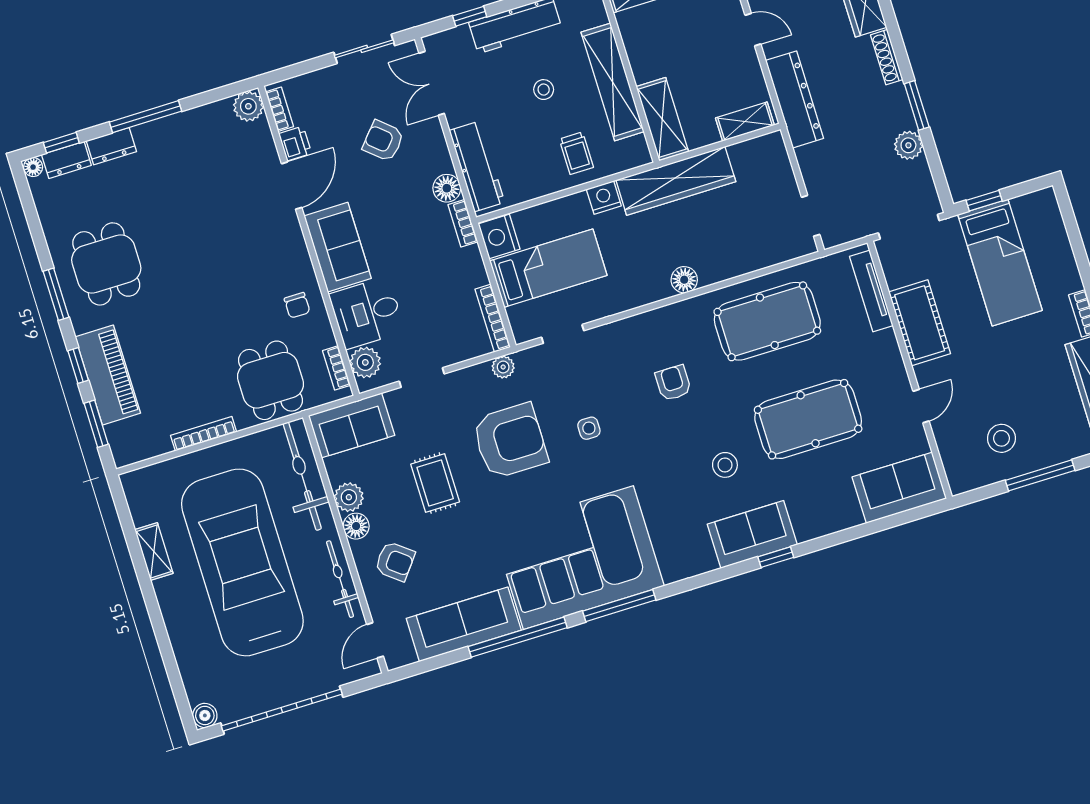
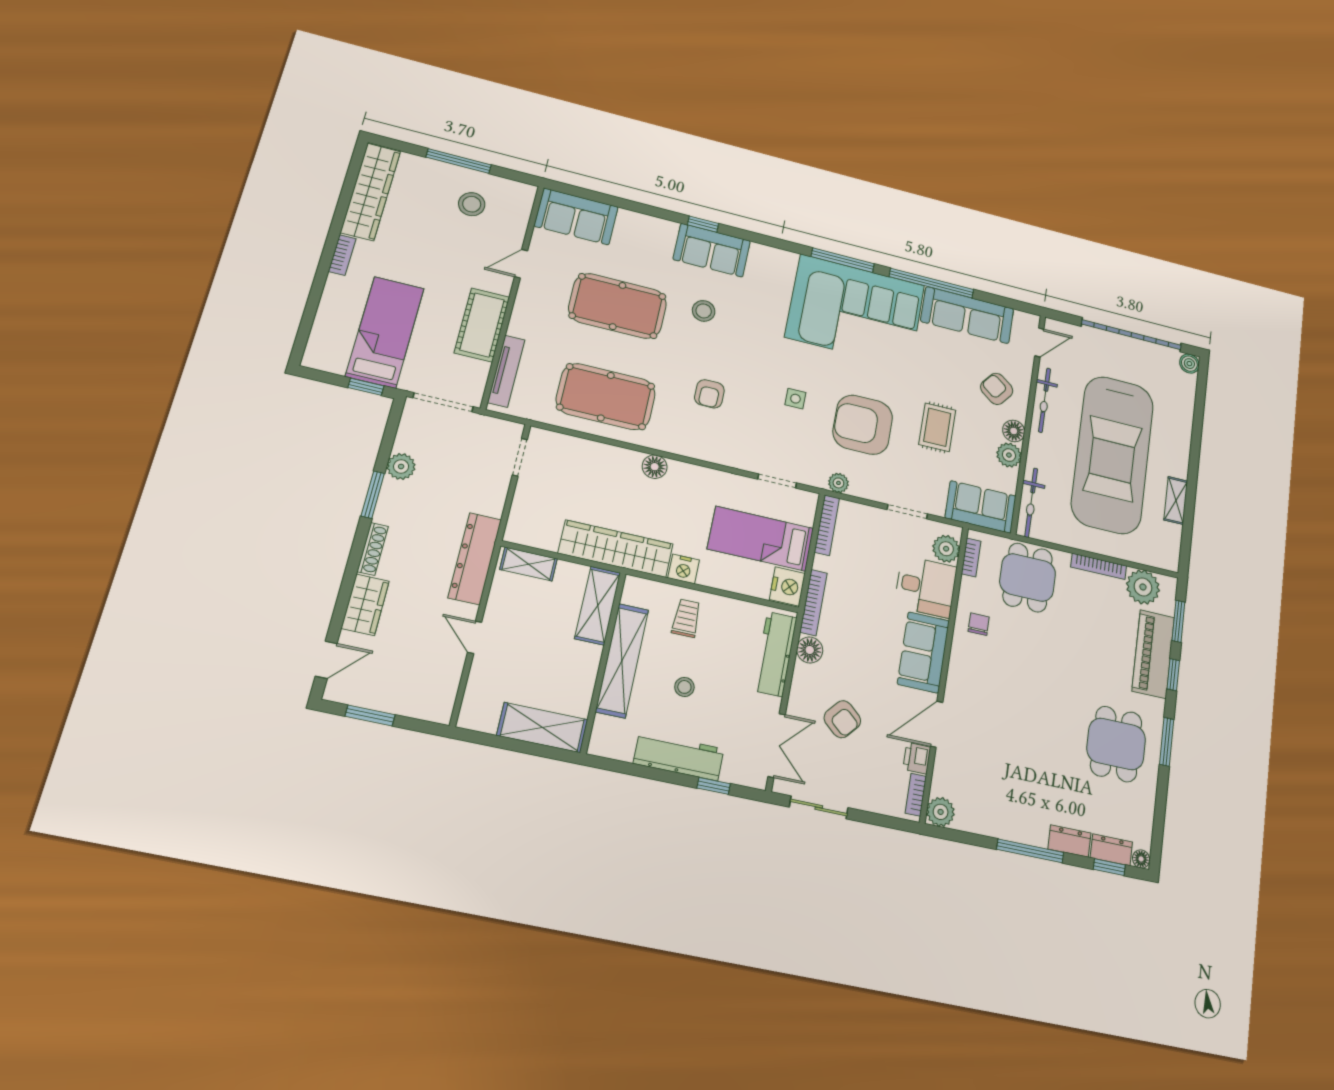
bookcase: (463, 223) -> (813, 603), width x1.56
plant: (148, 439) -> (1143, 587), added
bicycle: (302, 476) -> (1031, 503), width x0.73, depth x0.71

